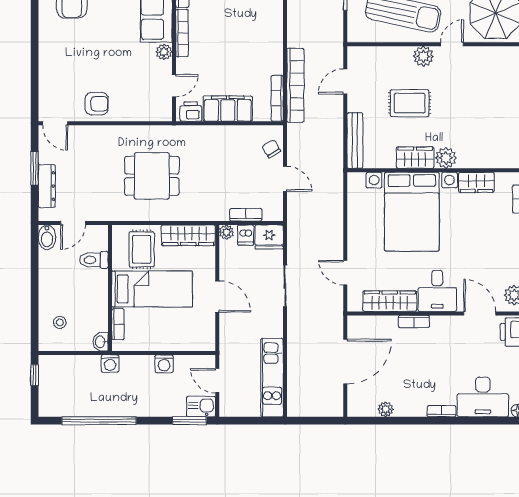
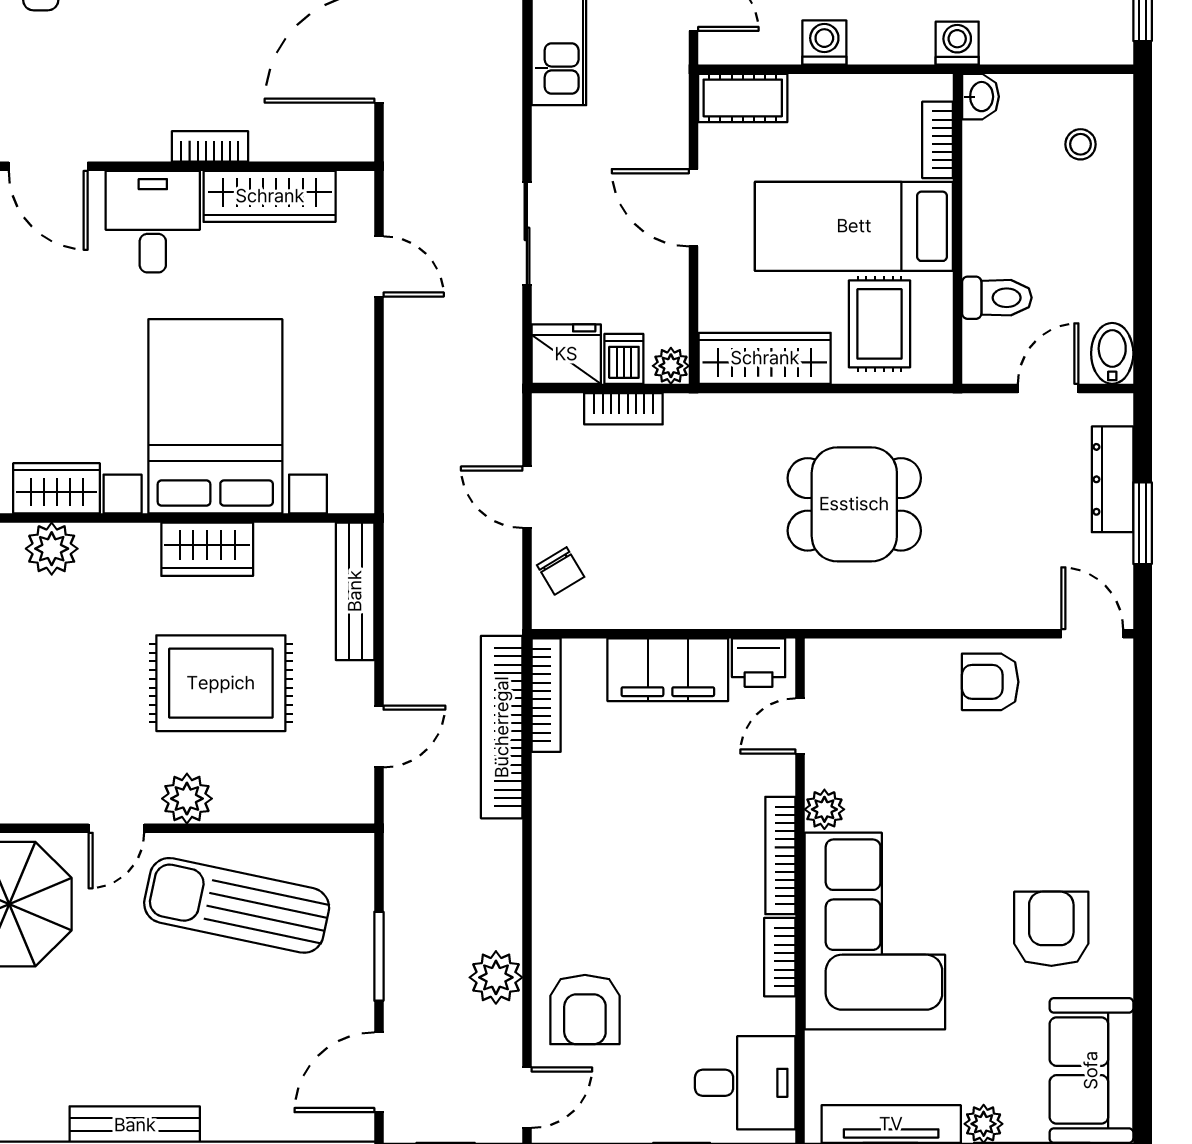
rug: (410, 103) -> (221, 683), width x1.36, depth x1.43
plant: (446, 158) -> (52, 549), moved
cot: (197, 341) -> (743, 98), added

